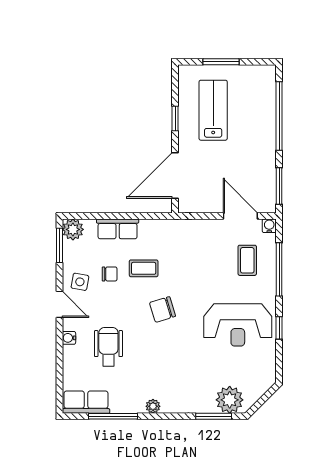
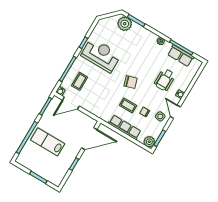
lab bench: (213, 110) -> (48, 142), moved, turned 90
door: (240, 216) -> (71, 103), hinge flipped
row of seats: (118, 229) -> (125, 127), width x1.48
row of seats: (86, 402) -> (181, 56), moved

